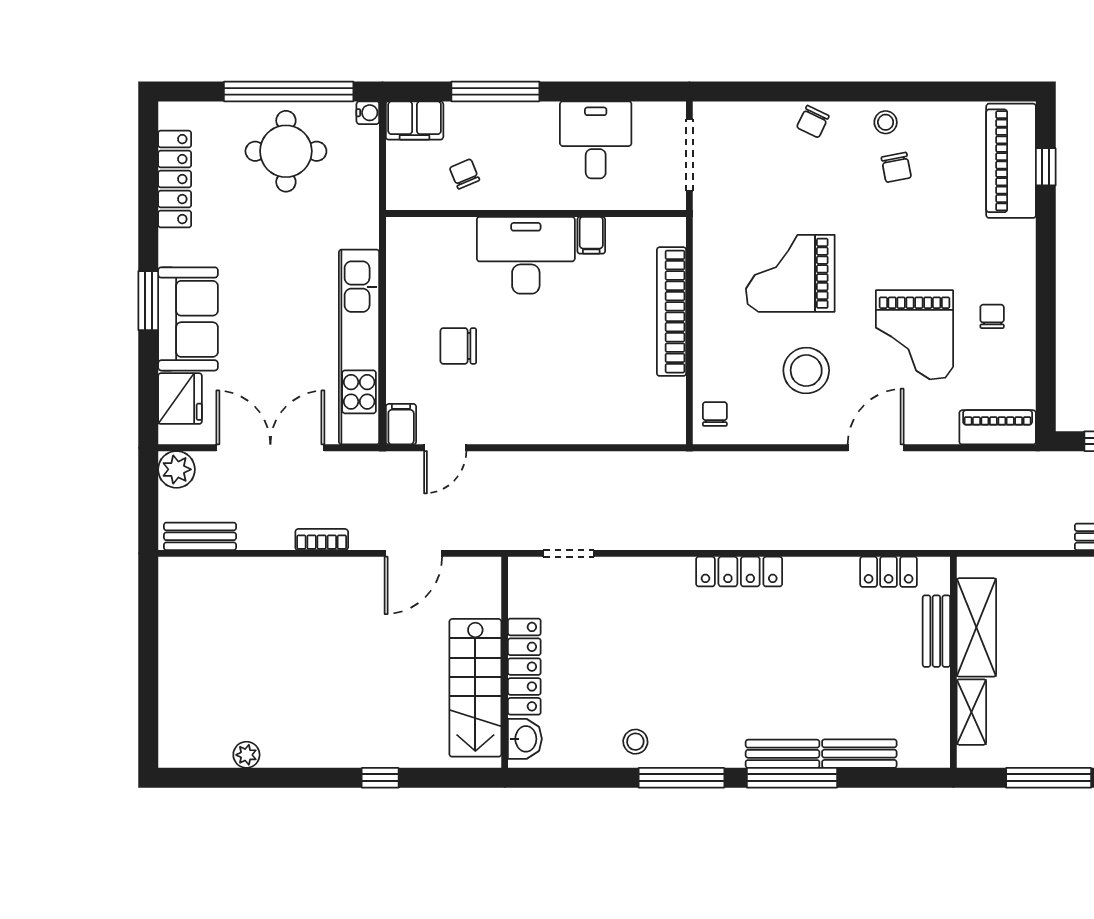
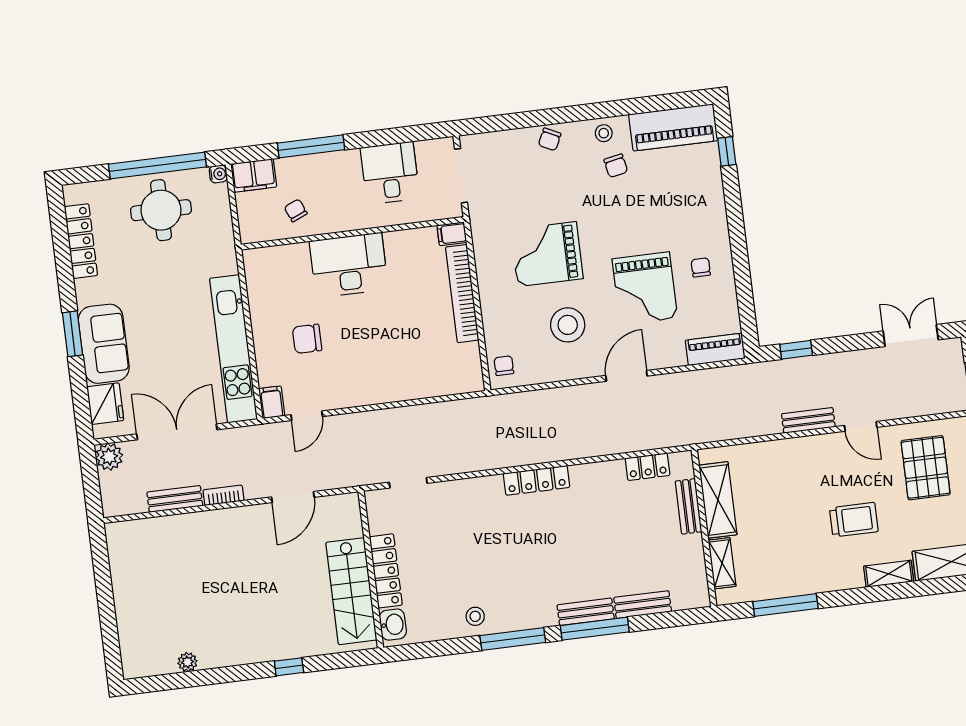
piano: (1011, 161) -> (673, 127), moved, turned -90
filing cabinet: (591, 235) -> (452, 234), moved, turned 90
bench: (200, 536) -> (175, 499), moved

